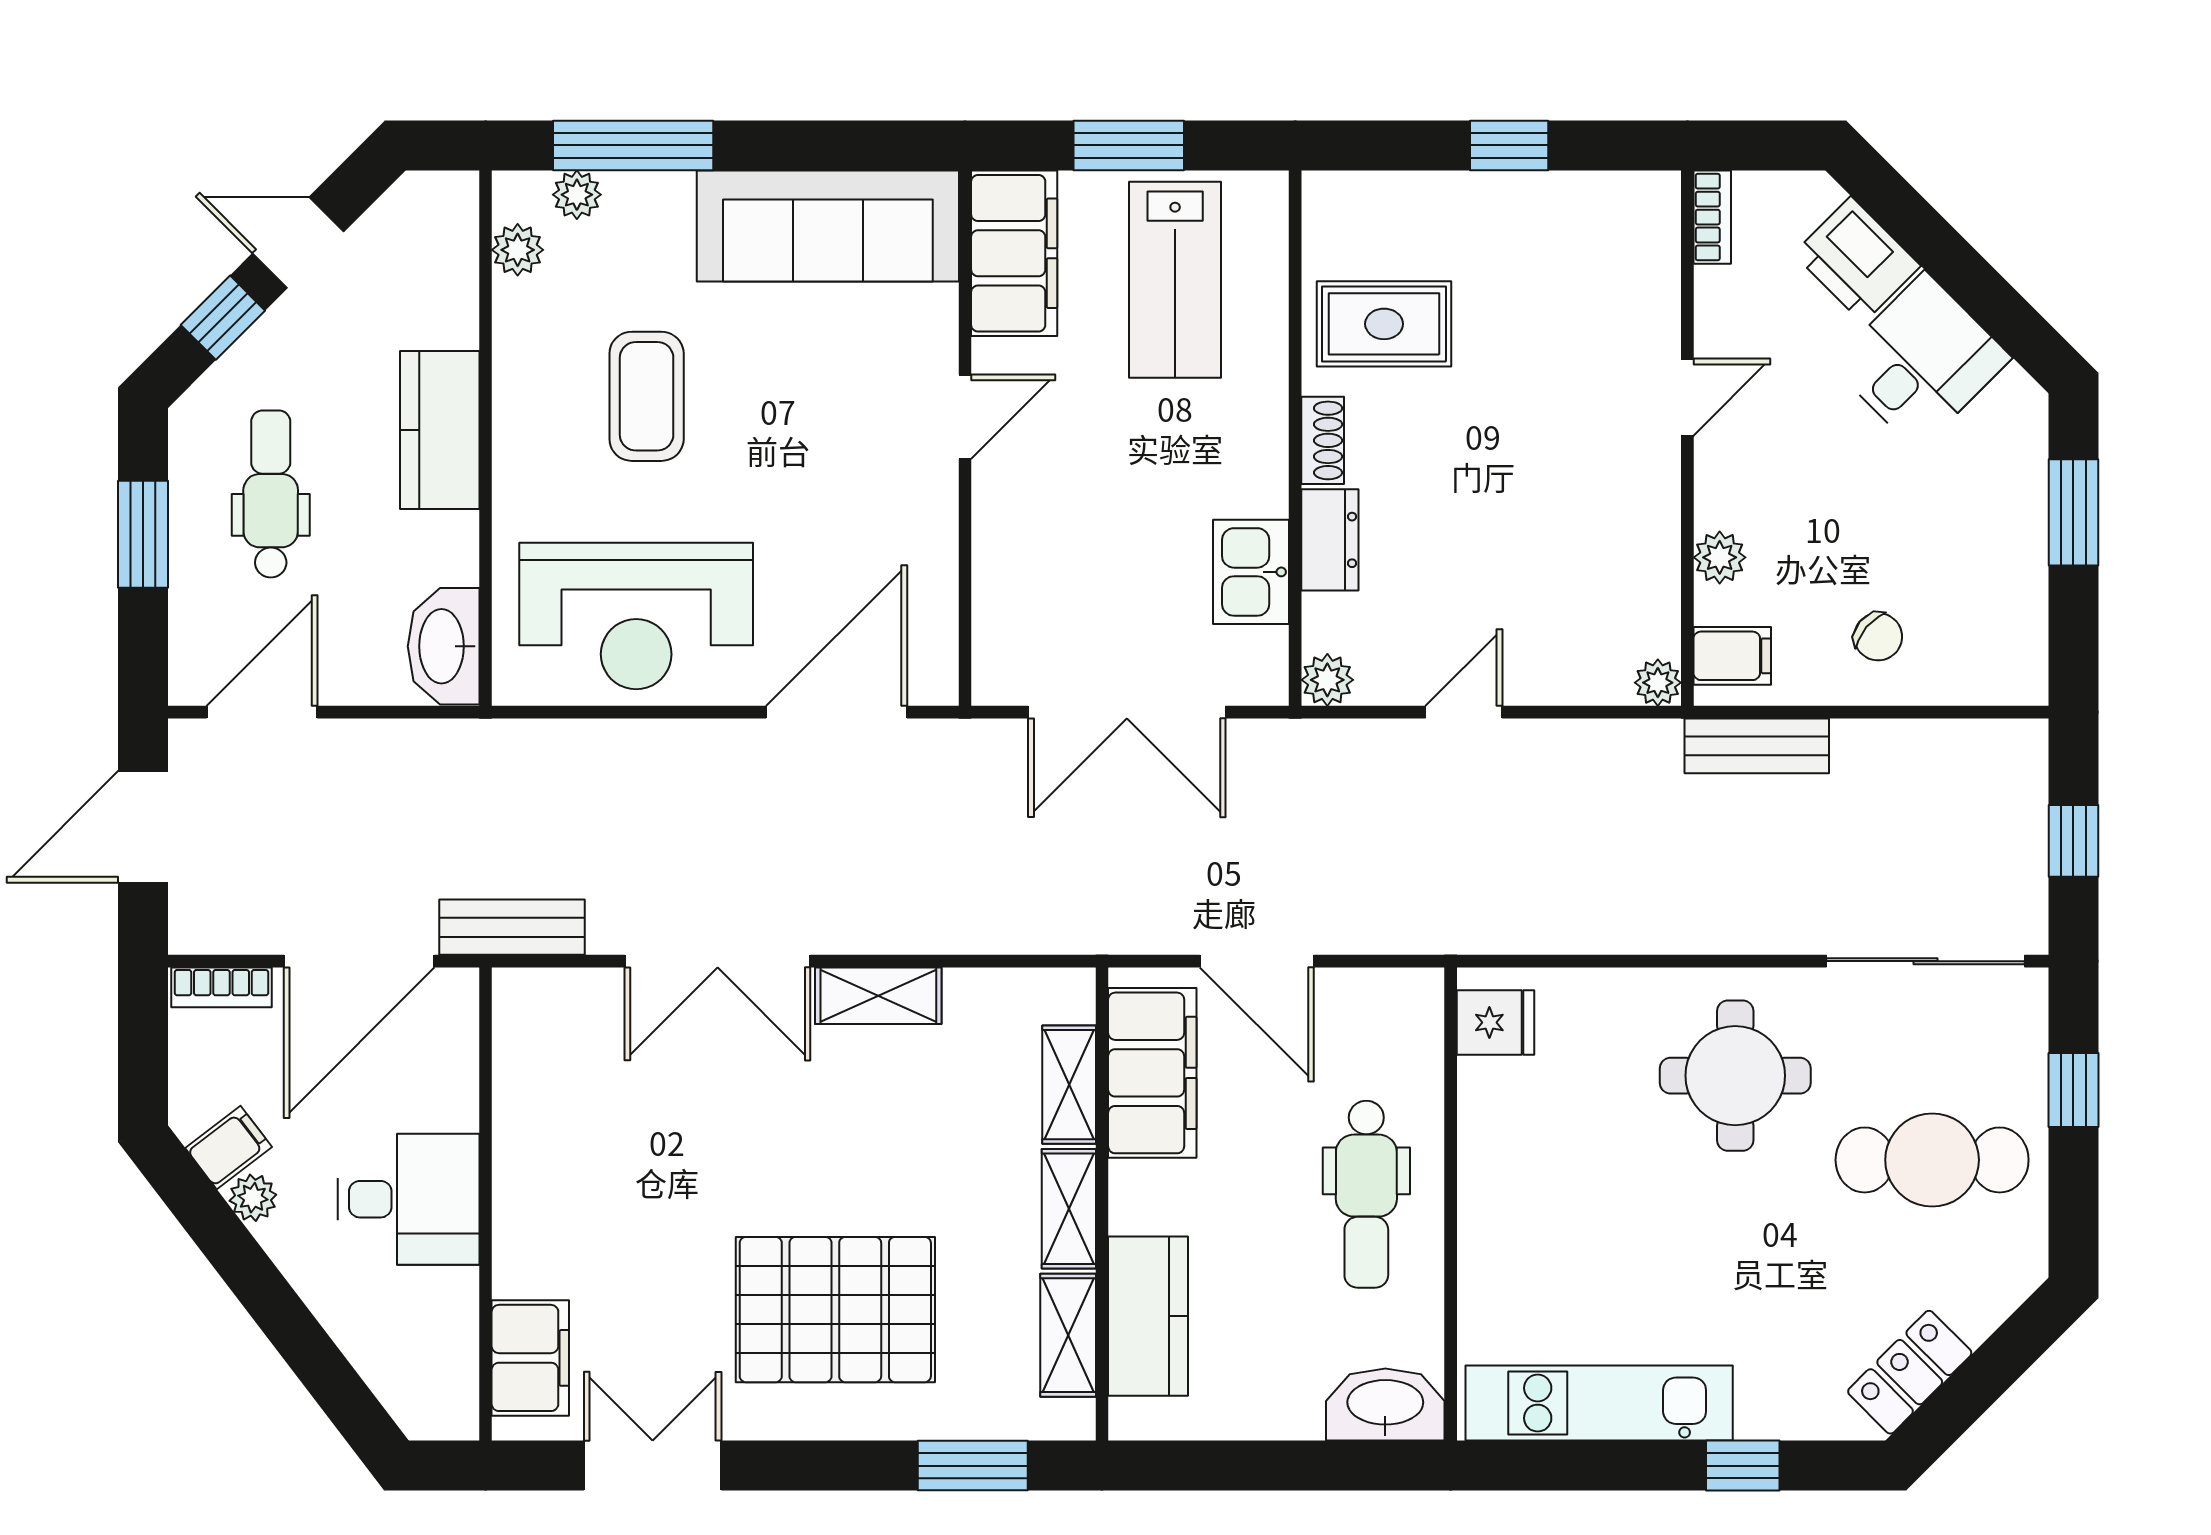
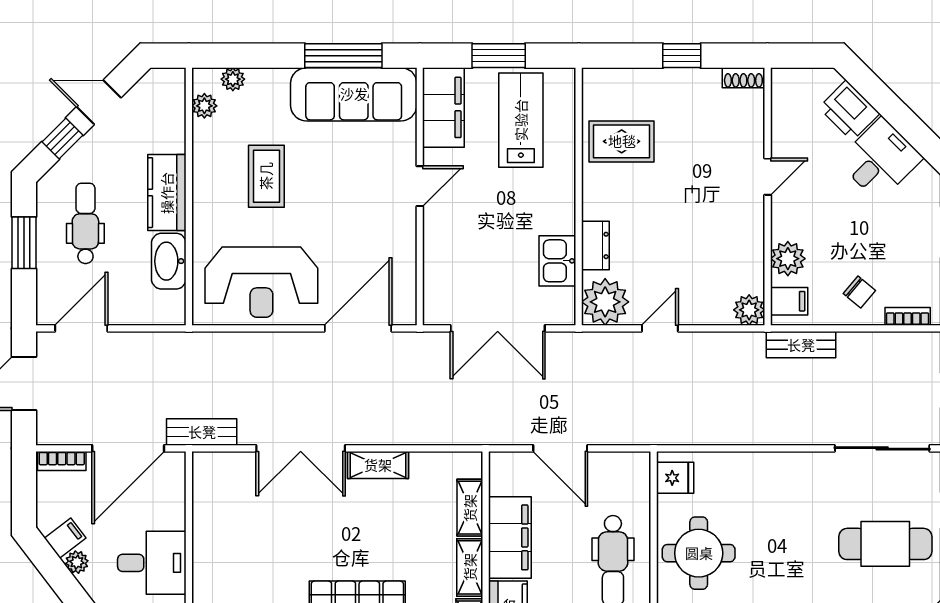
window: (633, 145) -> (343, 56), moved
bookcase: (1712, 217) -> (908, 316), moved, turned -90
lab bench: (1175, 280) -> (521, 120), turned 180
shoe rack: (1323, 440) -> (743, 78), moved, turned 90
plant: (1720, 557) -> (788, 259), width x1.38, depth x1.38
washbasin: (444, 646) -> (169, 261), moved
plant: (1327, 680) -> (605, 302), width x1.87, depth x1.87
plant: (1658, 683) -> (749, 310), width x1.38, depth x1.38
filing cabinet: (1152, 1073) -> (510, 537), moved
round table: (1735, 1076) -> (699, 553), moved

